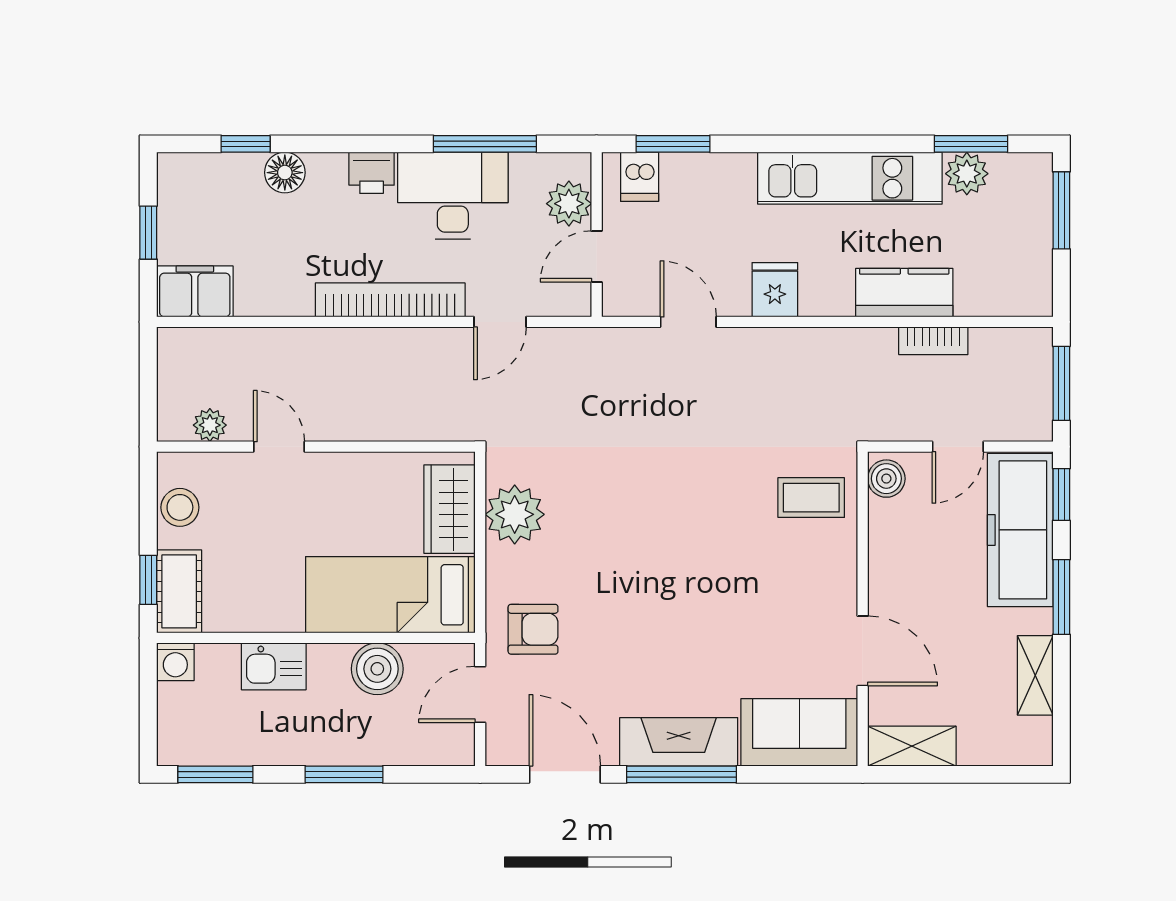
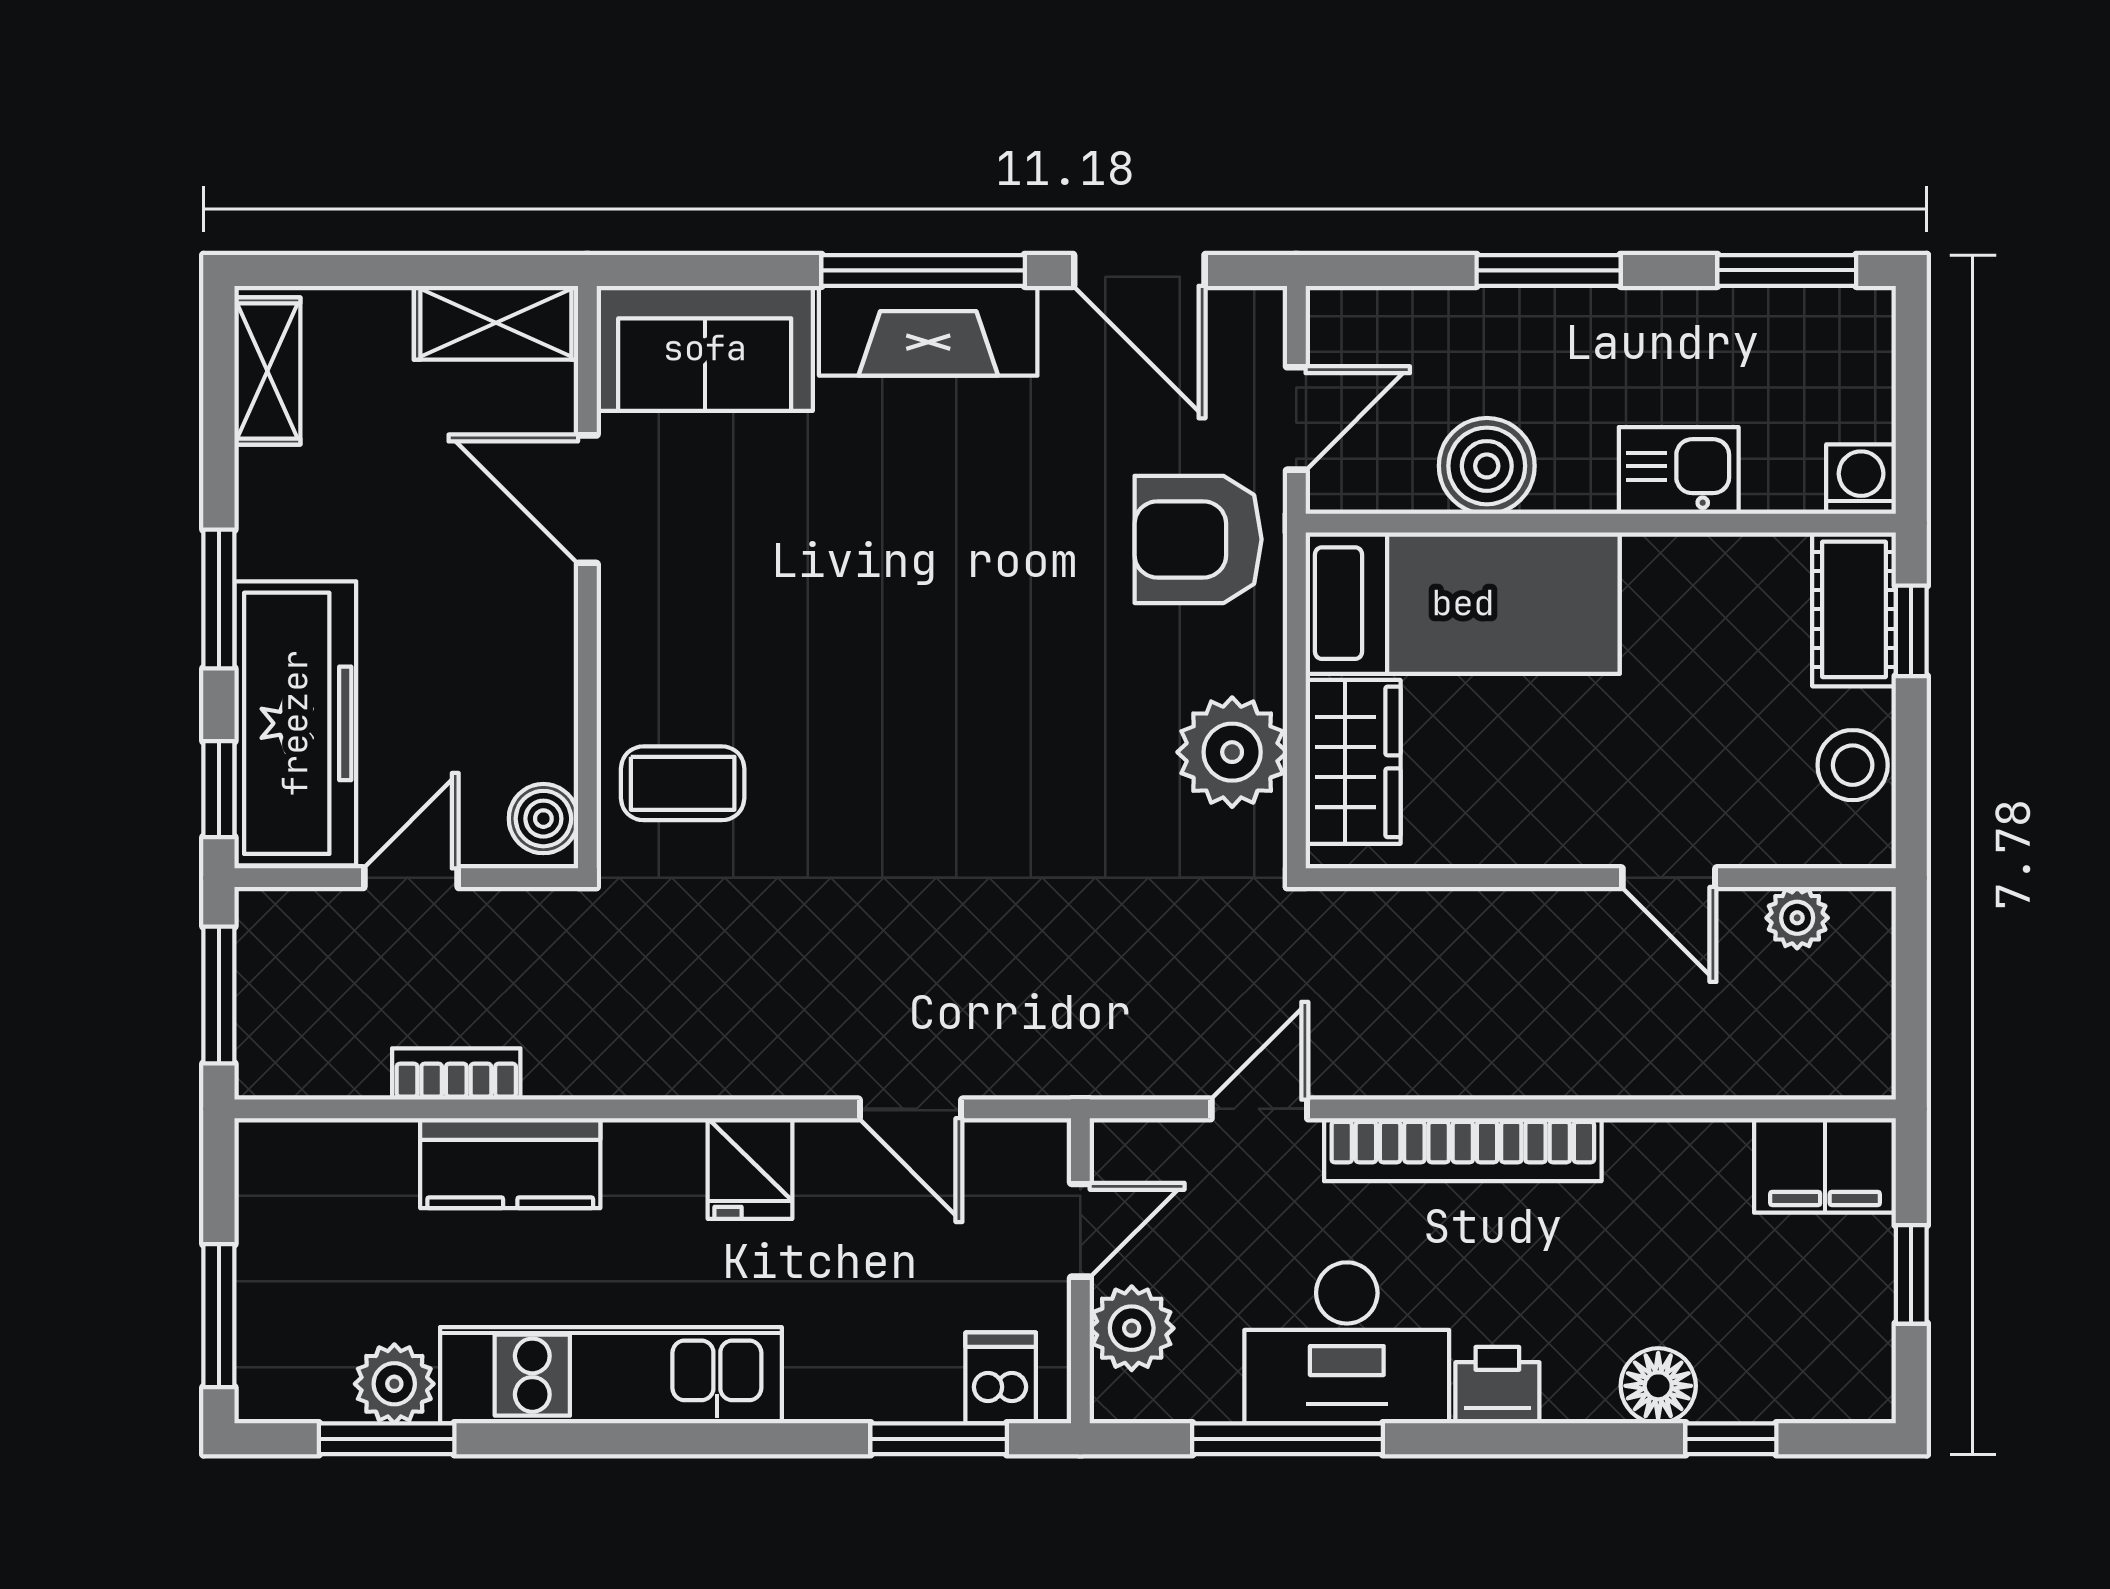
armchair: (533, 629) -> (1198, 539), width x1.38, depth x1.38
shelving: (1035, 675) -> (267, 371), moved

